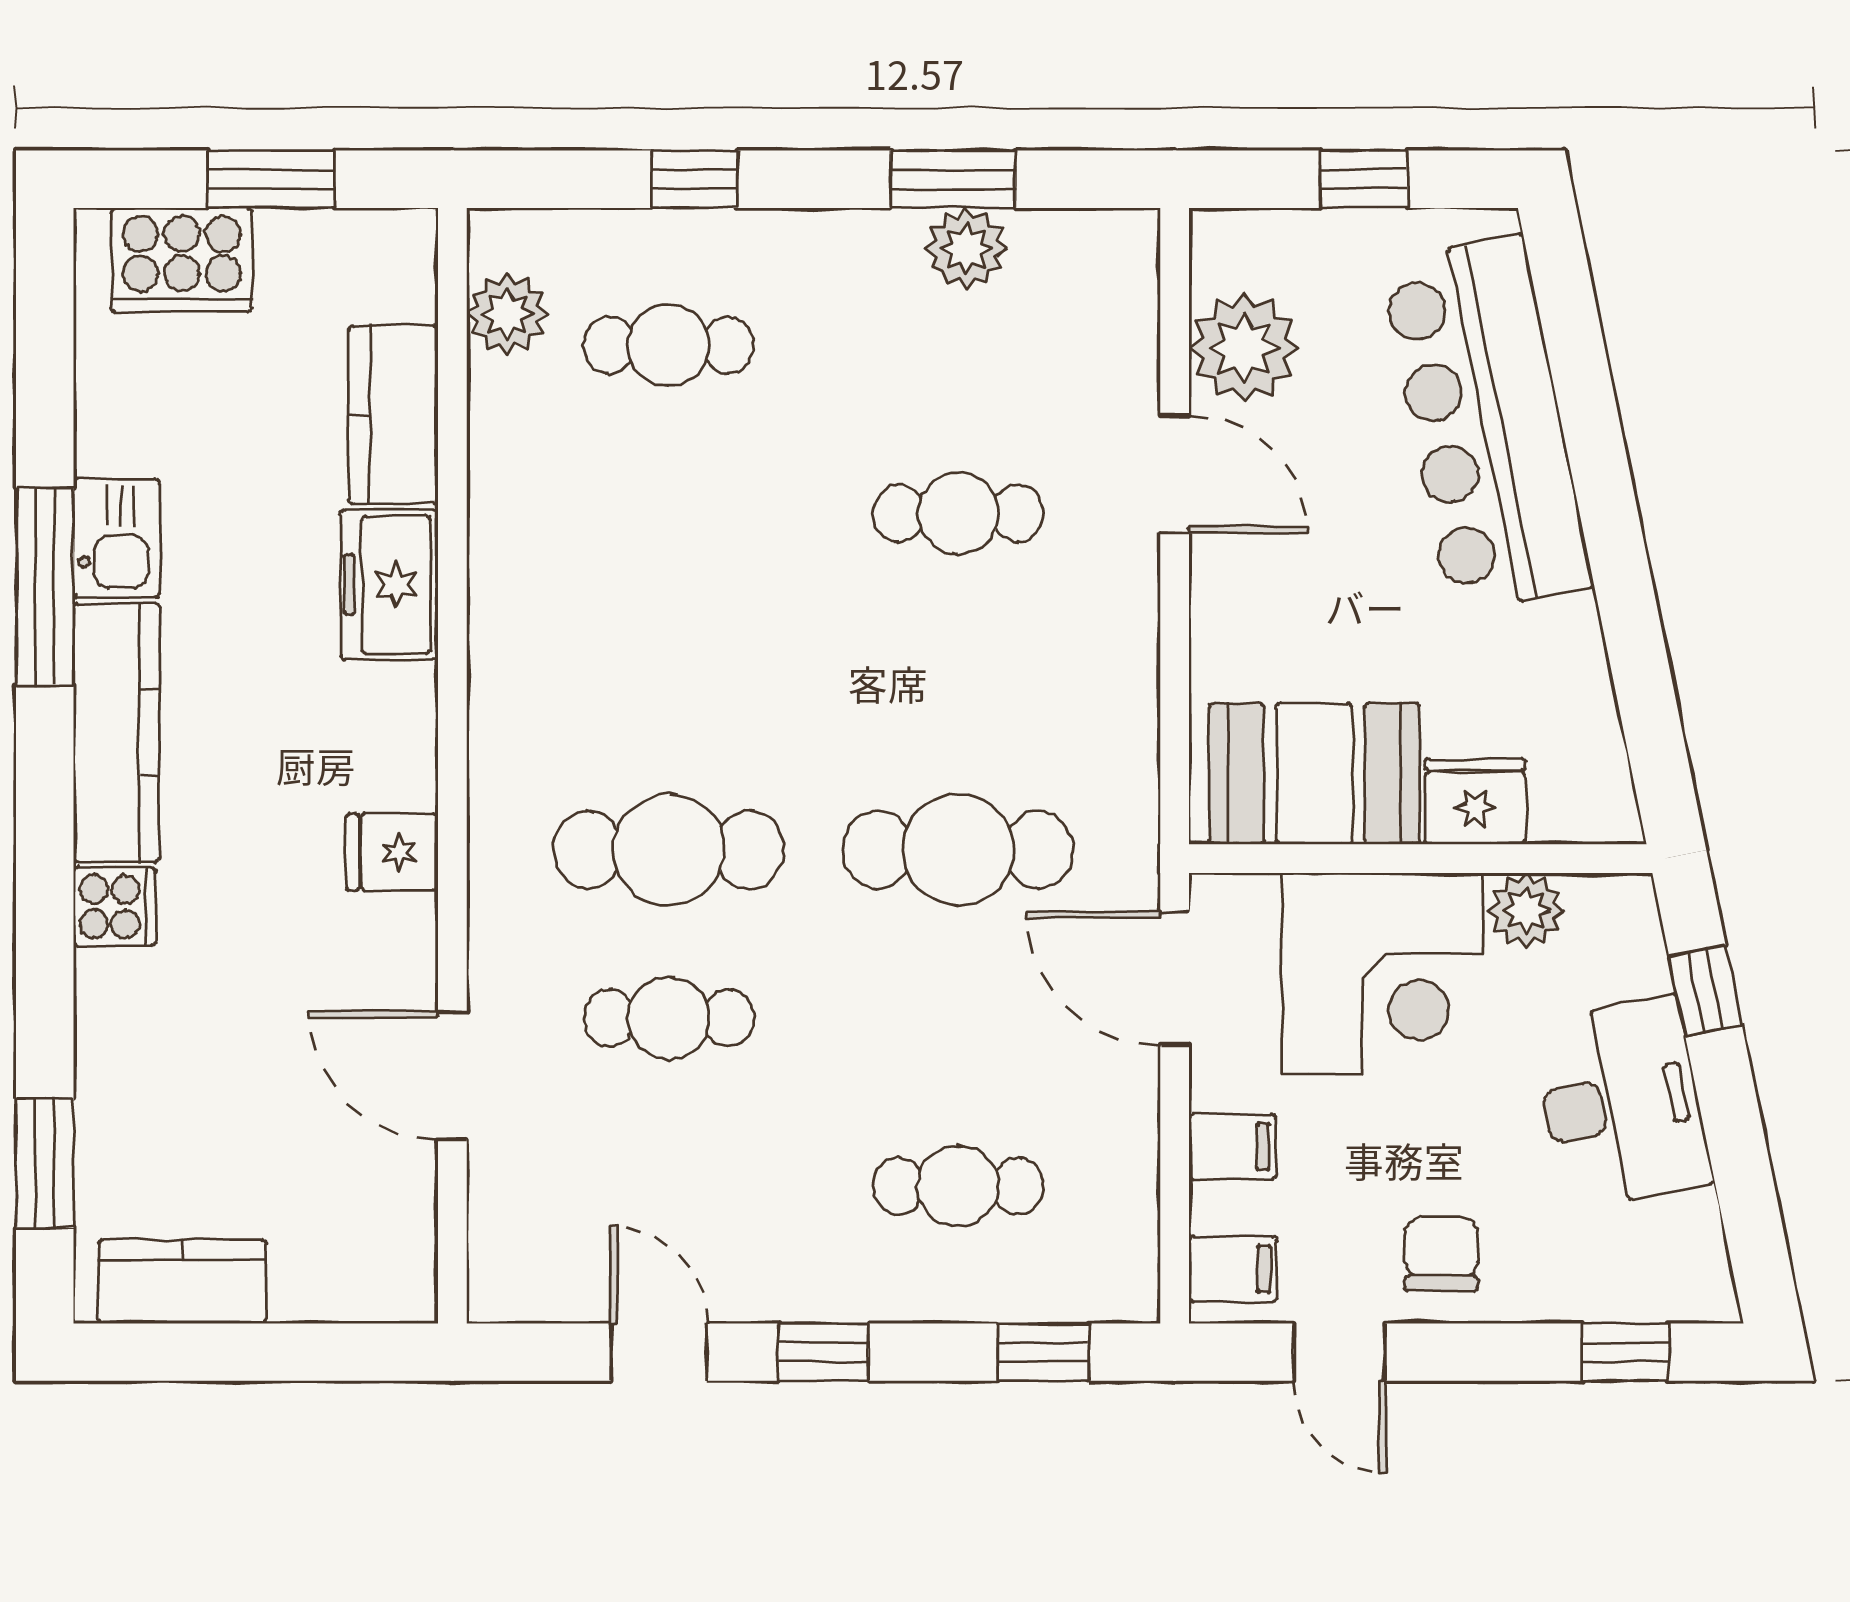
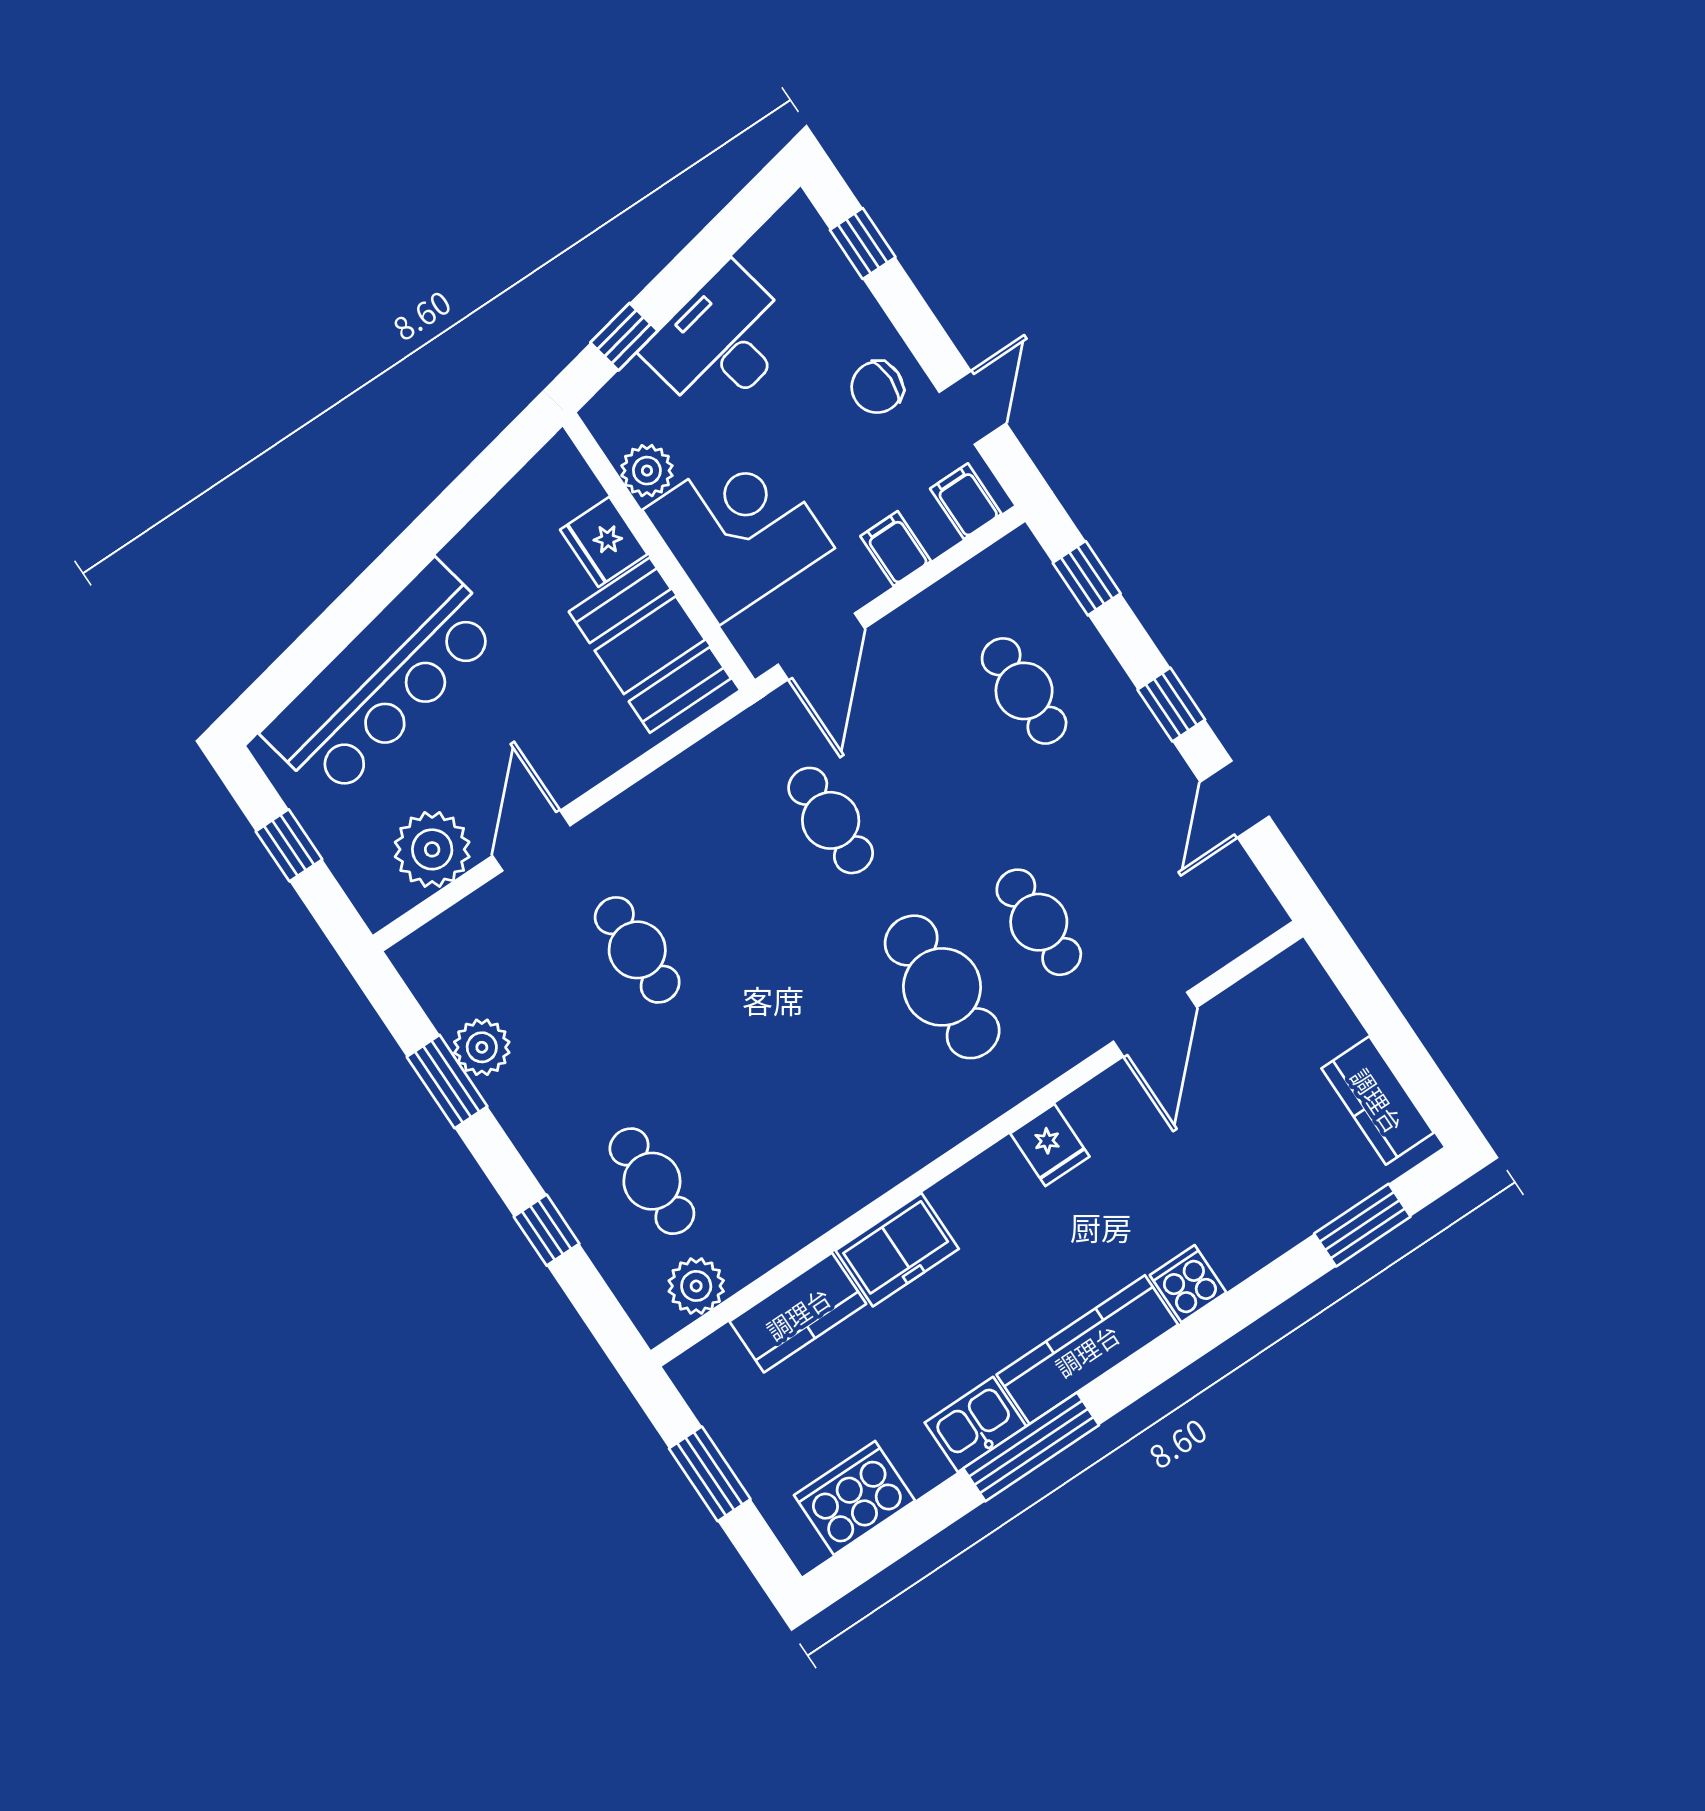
cooker: (182, 260) -> (854, 1498), moved, turned -90
cafe table: (958, 850) -> (831, 820), width x0.73, depth x0.74

